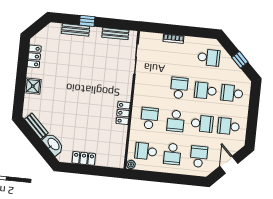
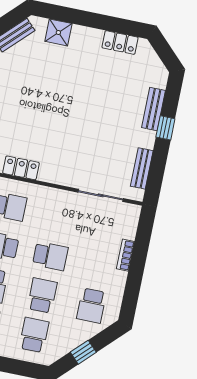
shower: (33, 86) -> (58, 32), moved

